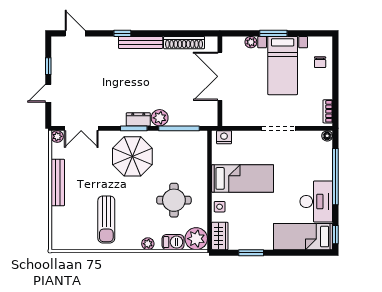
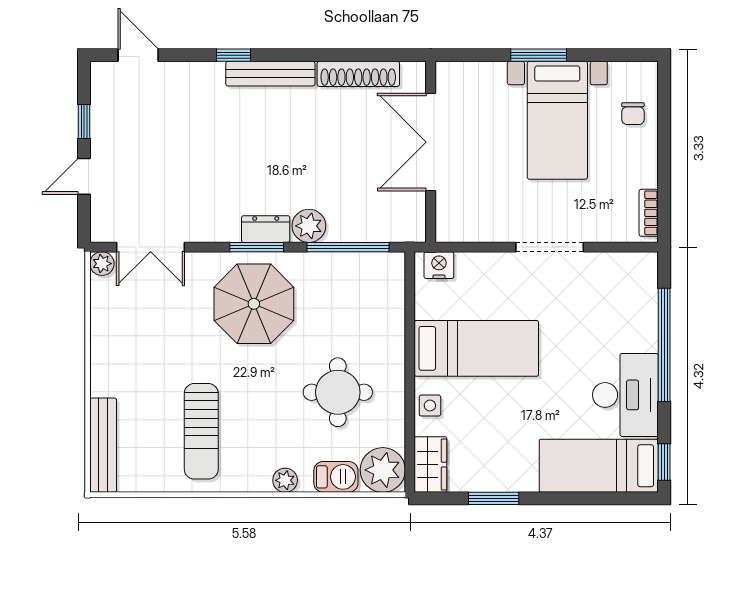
plant: (251, 42) -> (493, 73), removed
floor lamp: (327, 136) -> (647, 262), removed
bench: (58, 183) -> (103, 445), moved

